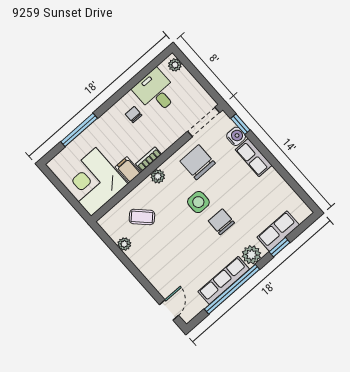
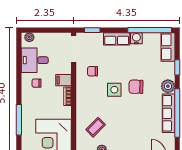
water cooler: (236, 136) -> (136, 38), moved
chair: (198, 162) -> (93, 71), width x0.54, depth x0.54
filing cabinet: (128, 170) -> (64, 80), moved
plant: (158, 176) -> (81, 99), removed
window: (293, 184) -> (150, 30), added
row of seats: (278, 231) -> (168, 47), moved

